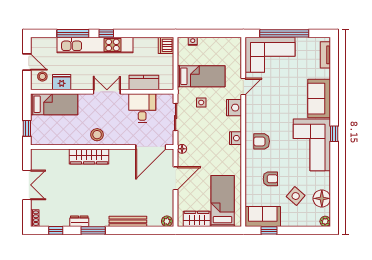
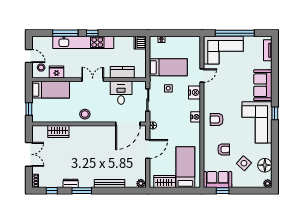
wardrobe: (89, 156) -> (58, 132), moved, width x0.67

